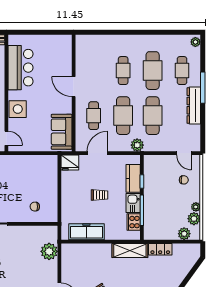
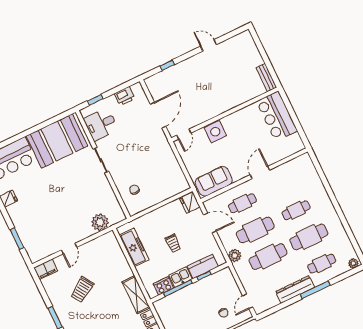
bar counter: (21, 68) -> (277, 116), moved, turned 90

